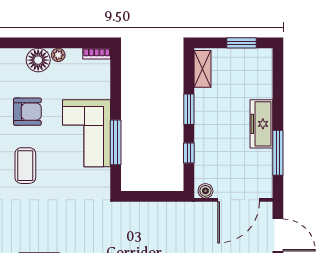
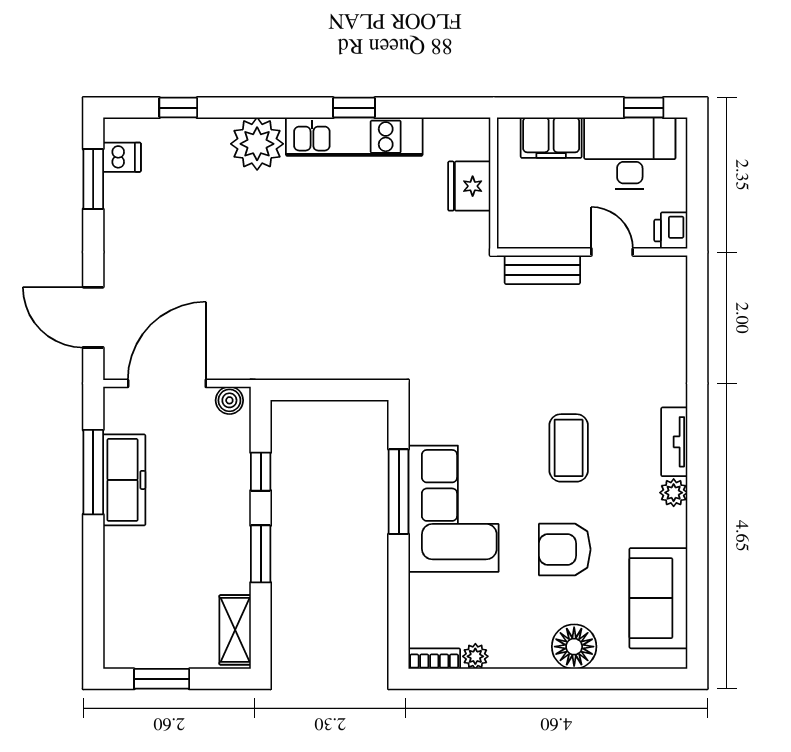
plant: (58, 55) -> (475, 656), moved
floor lamp: (38, 60) -> (574, 647), moved
freezer: (261, 124) -> (124, 480), moved

